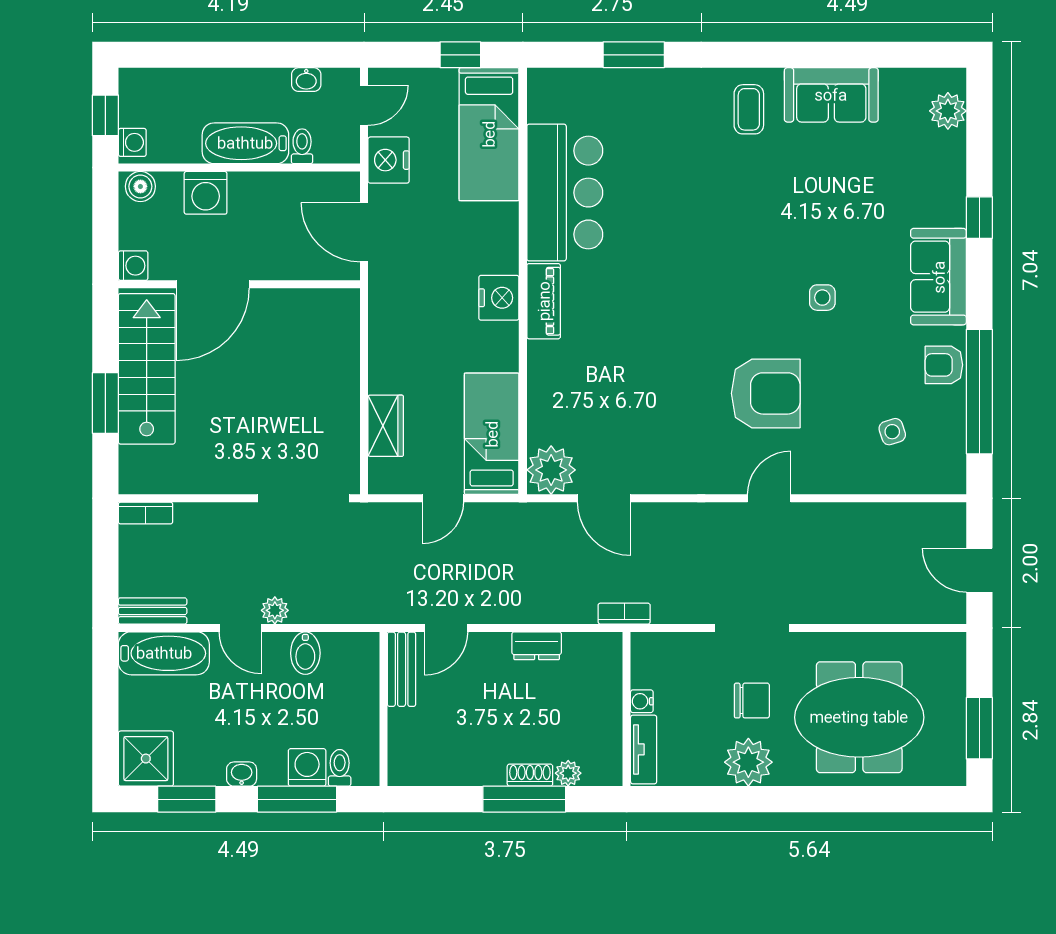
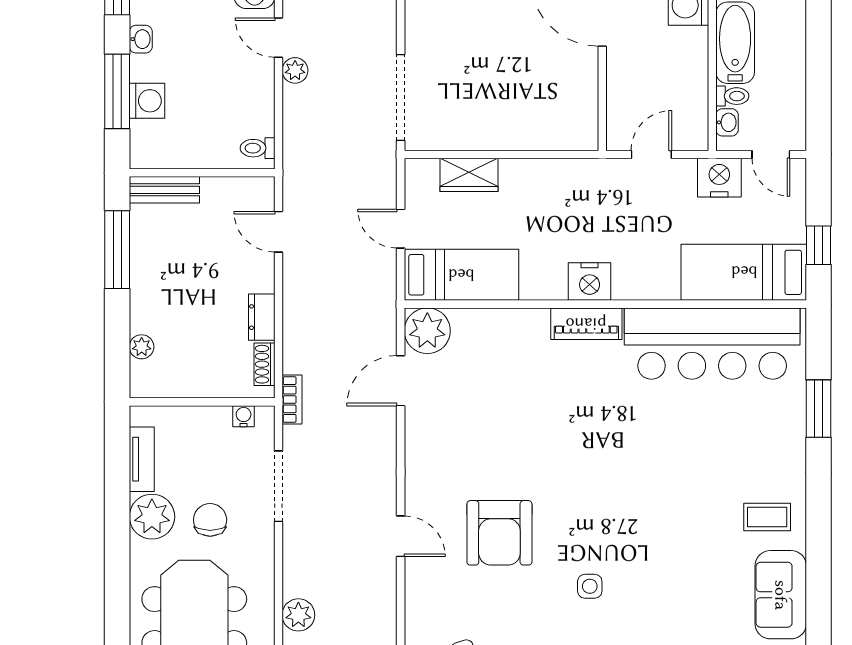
washbasin: (306, 80) -> (727, 122), moved, turned 180
bar counter: (565, 193) -> (712, 344), width x1.36
door: (364, 232) -> (651, 154), width x0.73
plant: (853, 607) -> (298, 615), added
door: (240, 628) -> (278, 38), hinge flipped
doorway: (752, 628) -> (278, 486), moved
bidet: (305, 653) -> (255, 99), removed
bench: (402, 669) -> (164, 190), moved
water cooler: (642, 701) -> (244, 416), moved
chair: (752, 701) -> (210, 520), turned 180
tv unit: (644, 749) -> (142, 459), moved, turned -90
toilet: (340, 768) -> (258, 148), moved, turned 180
shoe rack: (530, 775) -> (264, 364), moved, turned 180
window: (524, 799) -> (117, 250), moved

